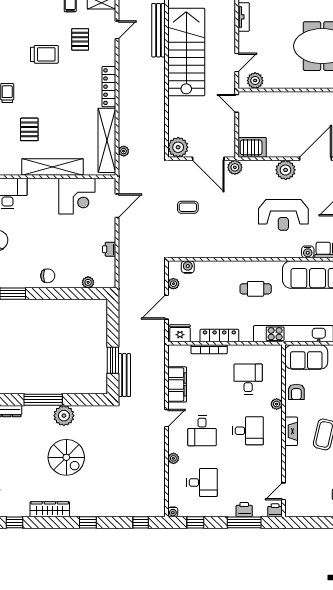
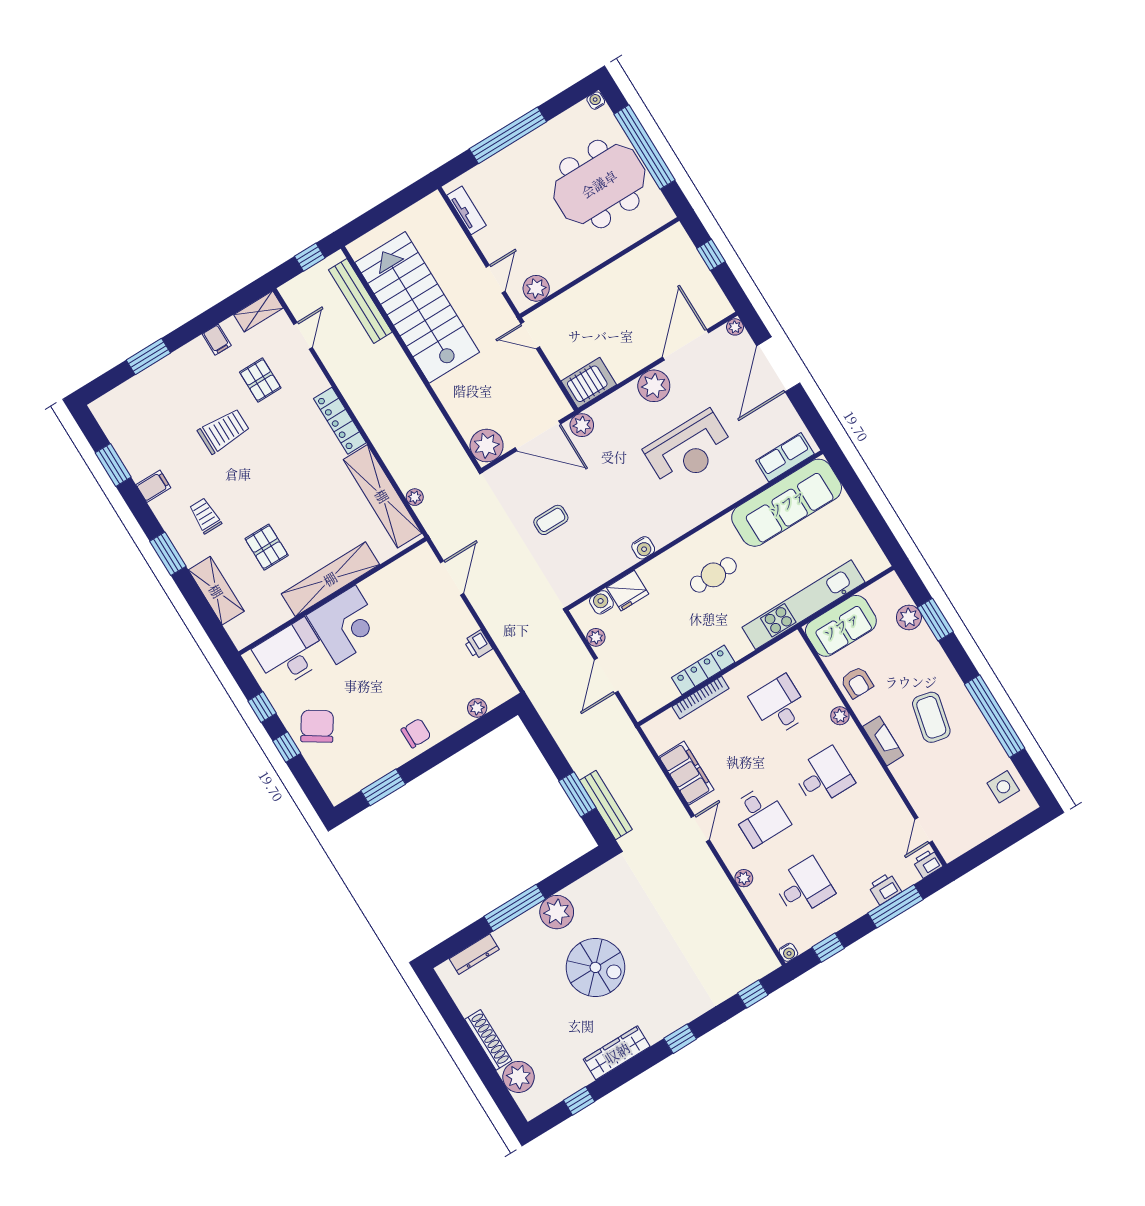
corner desk: (77, 196) -> (346, 625), moved
water cooler: (308, 252) -> (643, 548), moved
fridge: (180, 333) -> (628, 591), moved, turned 180

